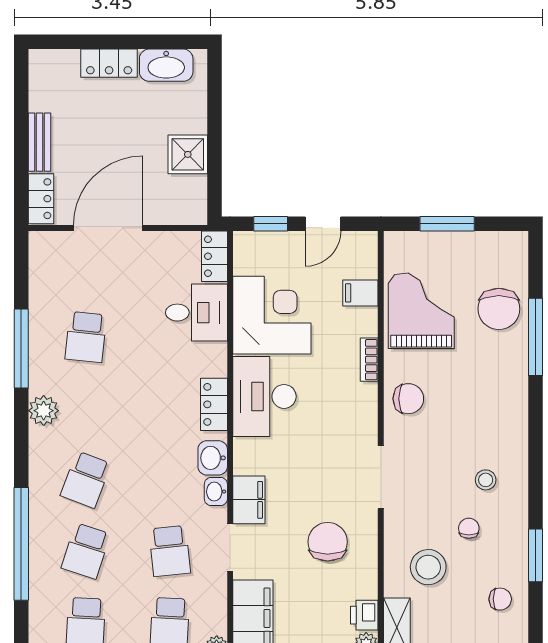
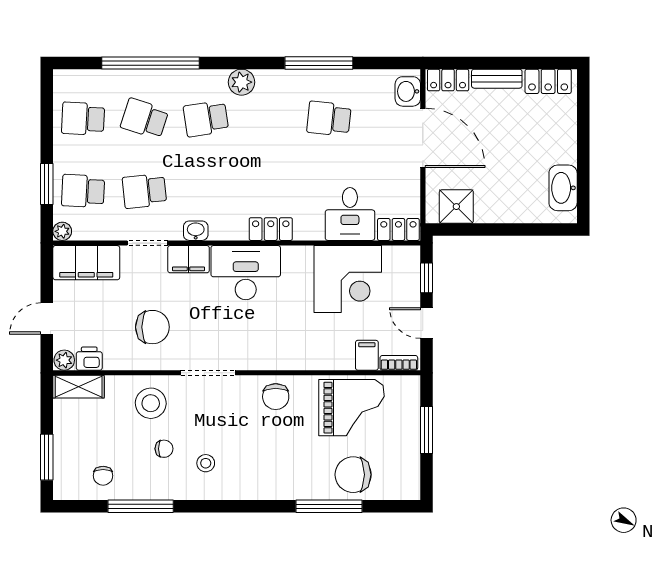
locker: (109, 63) -> (548, 81), moved, turned -90
shower: (188, 154) -> (456, 207), moved
bookcase: (369, 360) -> (399, 363), moved
desk: (264, 396) -> (246, 273), moved
plant: (44, 411) -> (241, 82), moved
washbasin: (213, 458) -> (408, 91), moved, turned -90
school desk: (86, 480) -> (206, 119), turned -30
window: (536, 555) -> (141, 506), width x1.44
stool: (428, 567) -> (151, 403), moved

